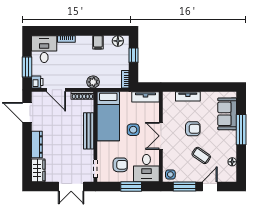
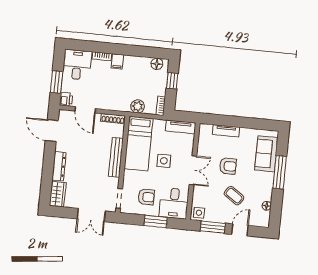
filing cabinet: (98, 42) -> (117, 61), moved
plant: (93, 82) -> (138, 106), moved
double door: (161, 136) -> (193, 170), swing flipped

